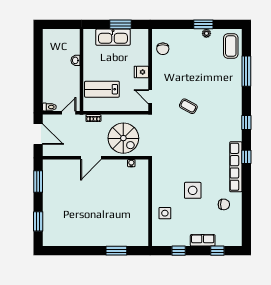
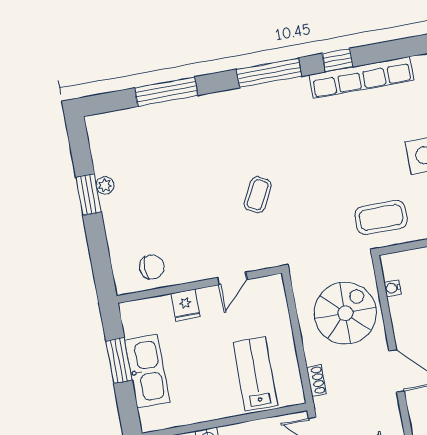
coffee table: (231, 46) -> (381, 218), moved
fridge: (141, 72) -> (186, 305), moved
lab bench: (102, 89) -> (255, 374), turned 180
door: (150, 97) -> (232, 279), moved
window: (246, 123) -> (269, 73), width x2.17

